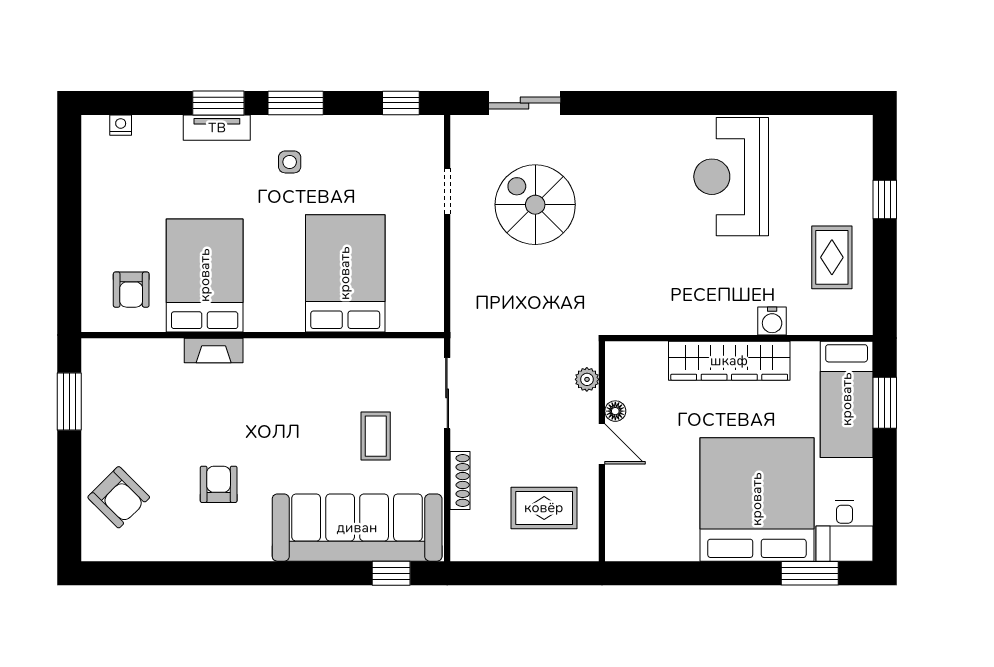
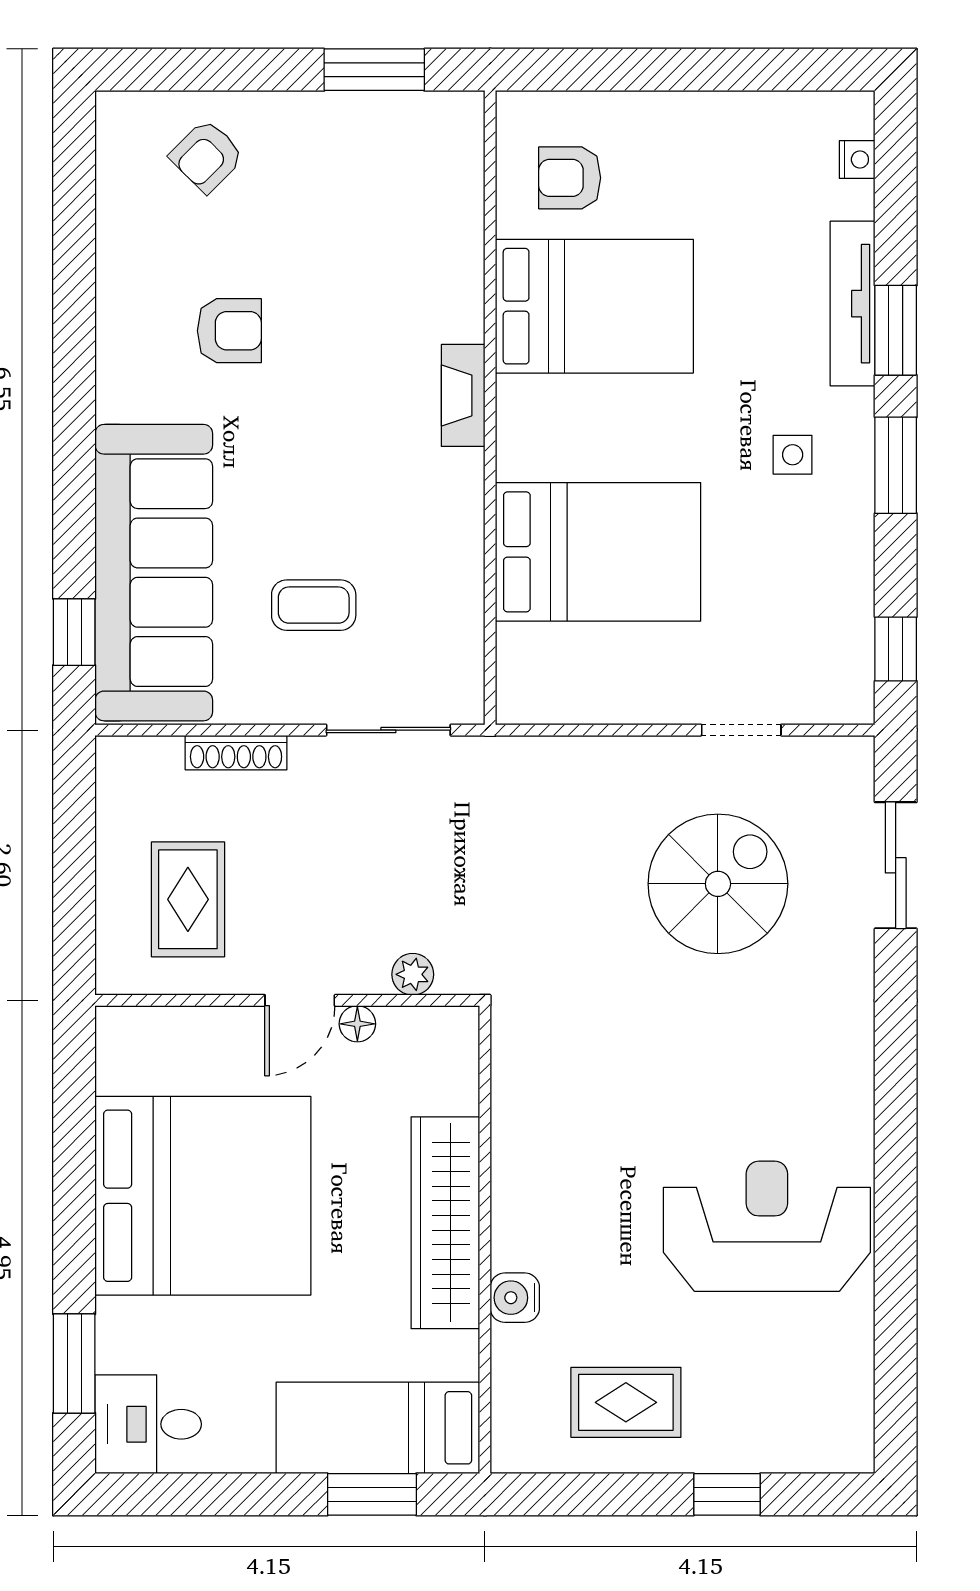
tv unit: (217, 128) -> (853, 304), width x1.41
fireplace: (214, 351) -> (463, 395), moved
armchair: (119, 497) -> (207, 156), width x0.72, depth x0.72
bed: (757, 499) -> (203, 1196), moved

